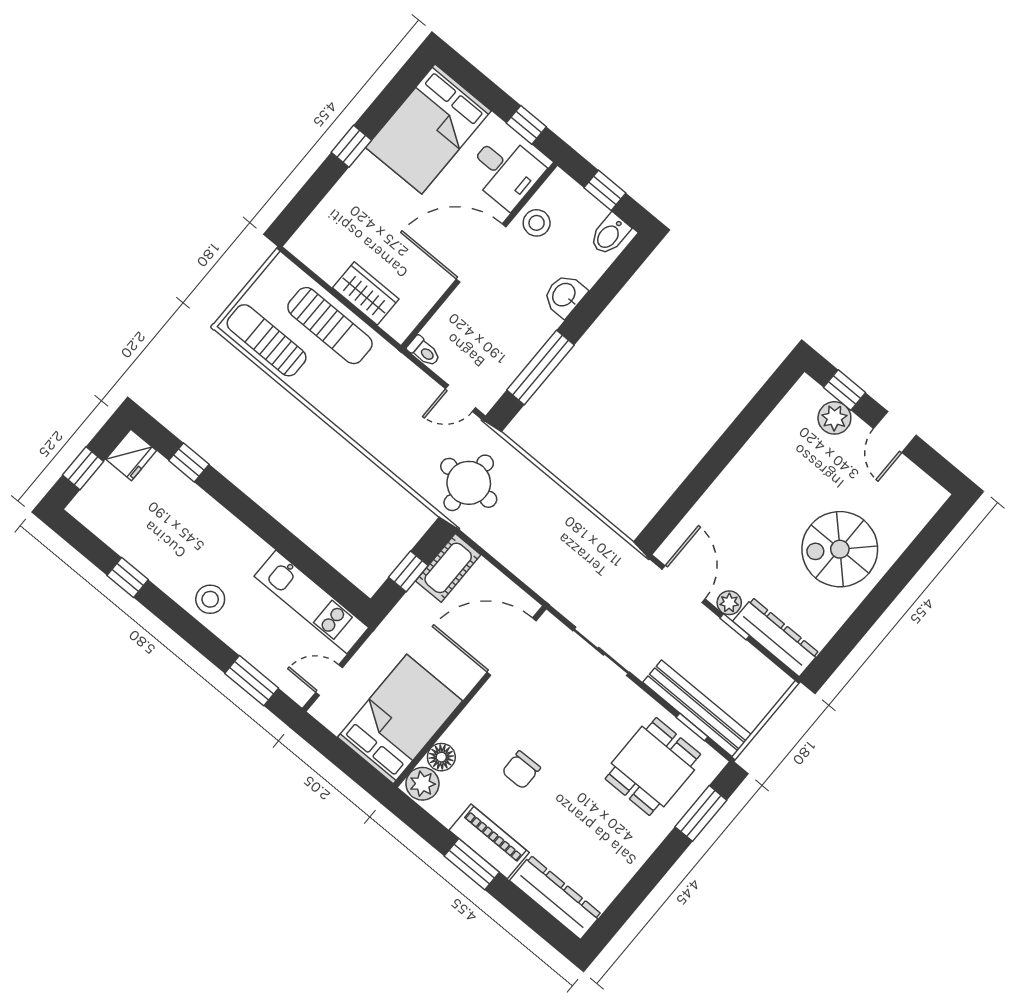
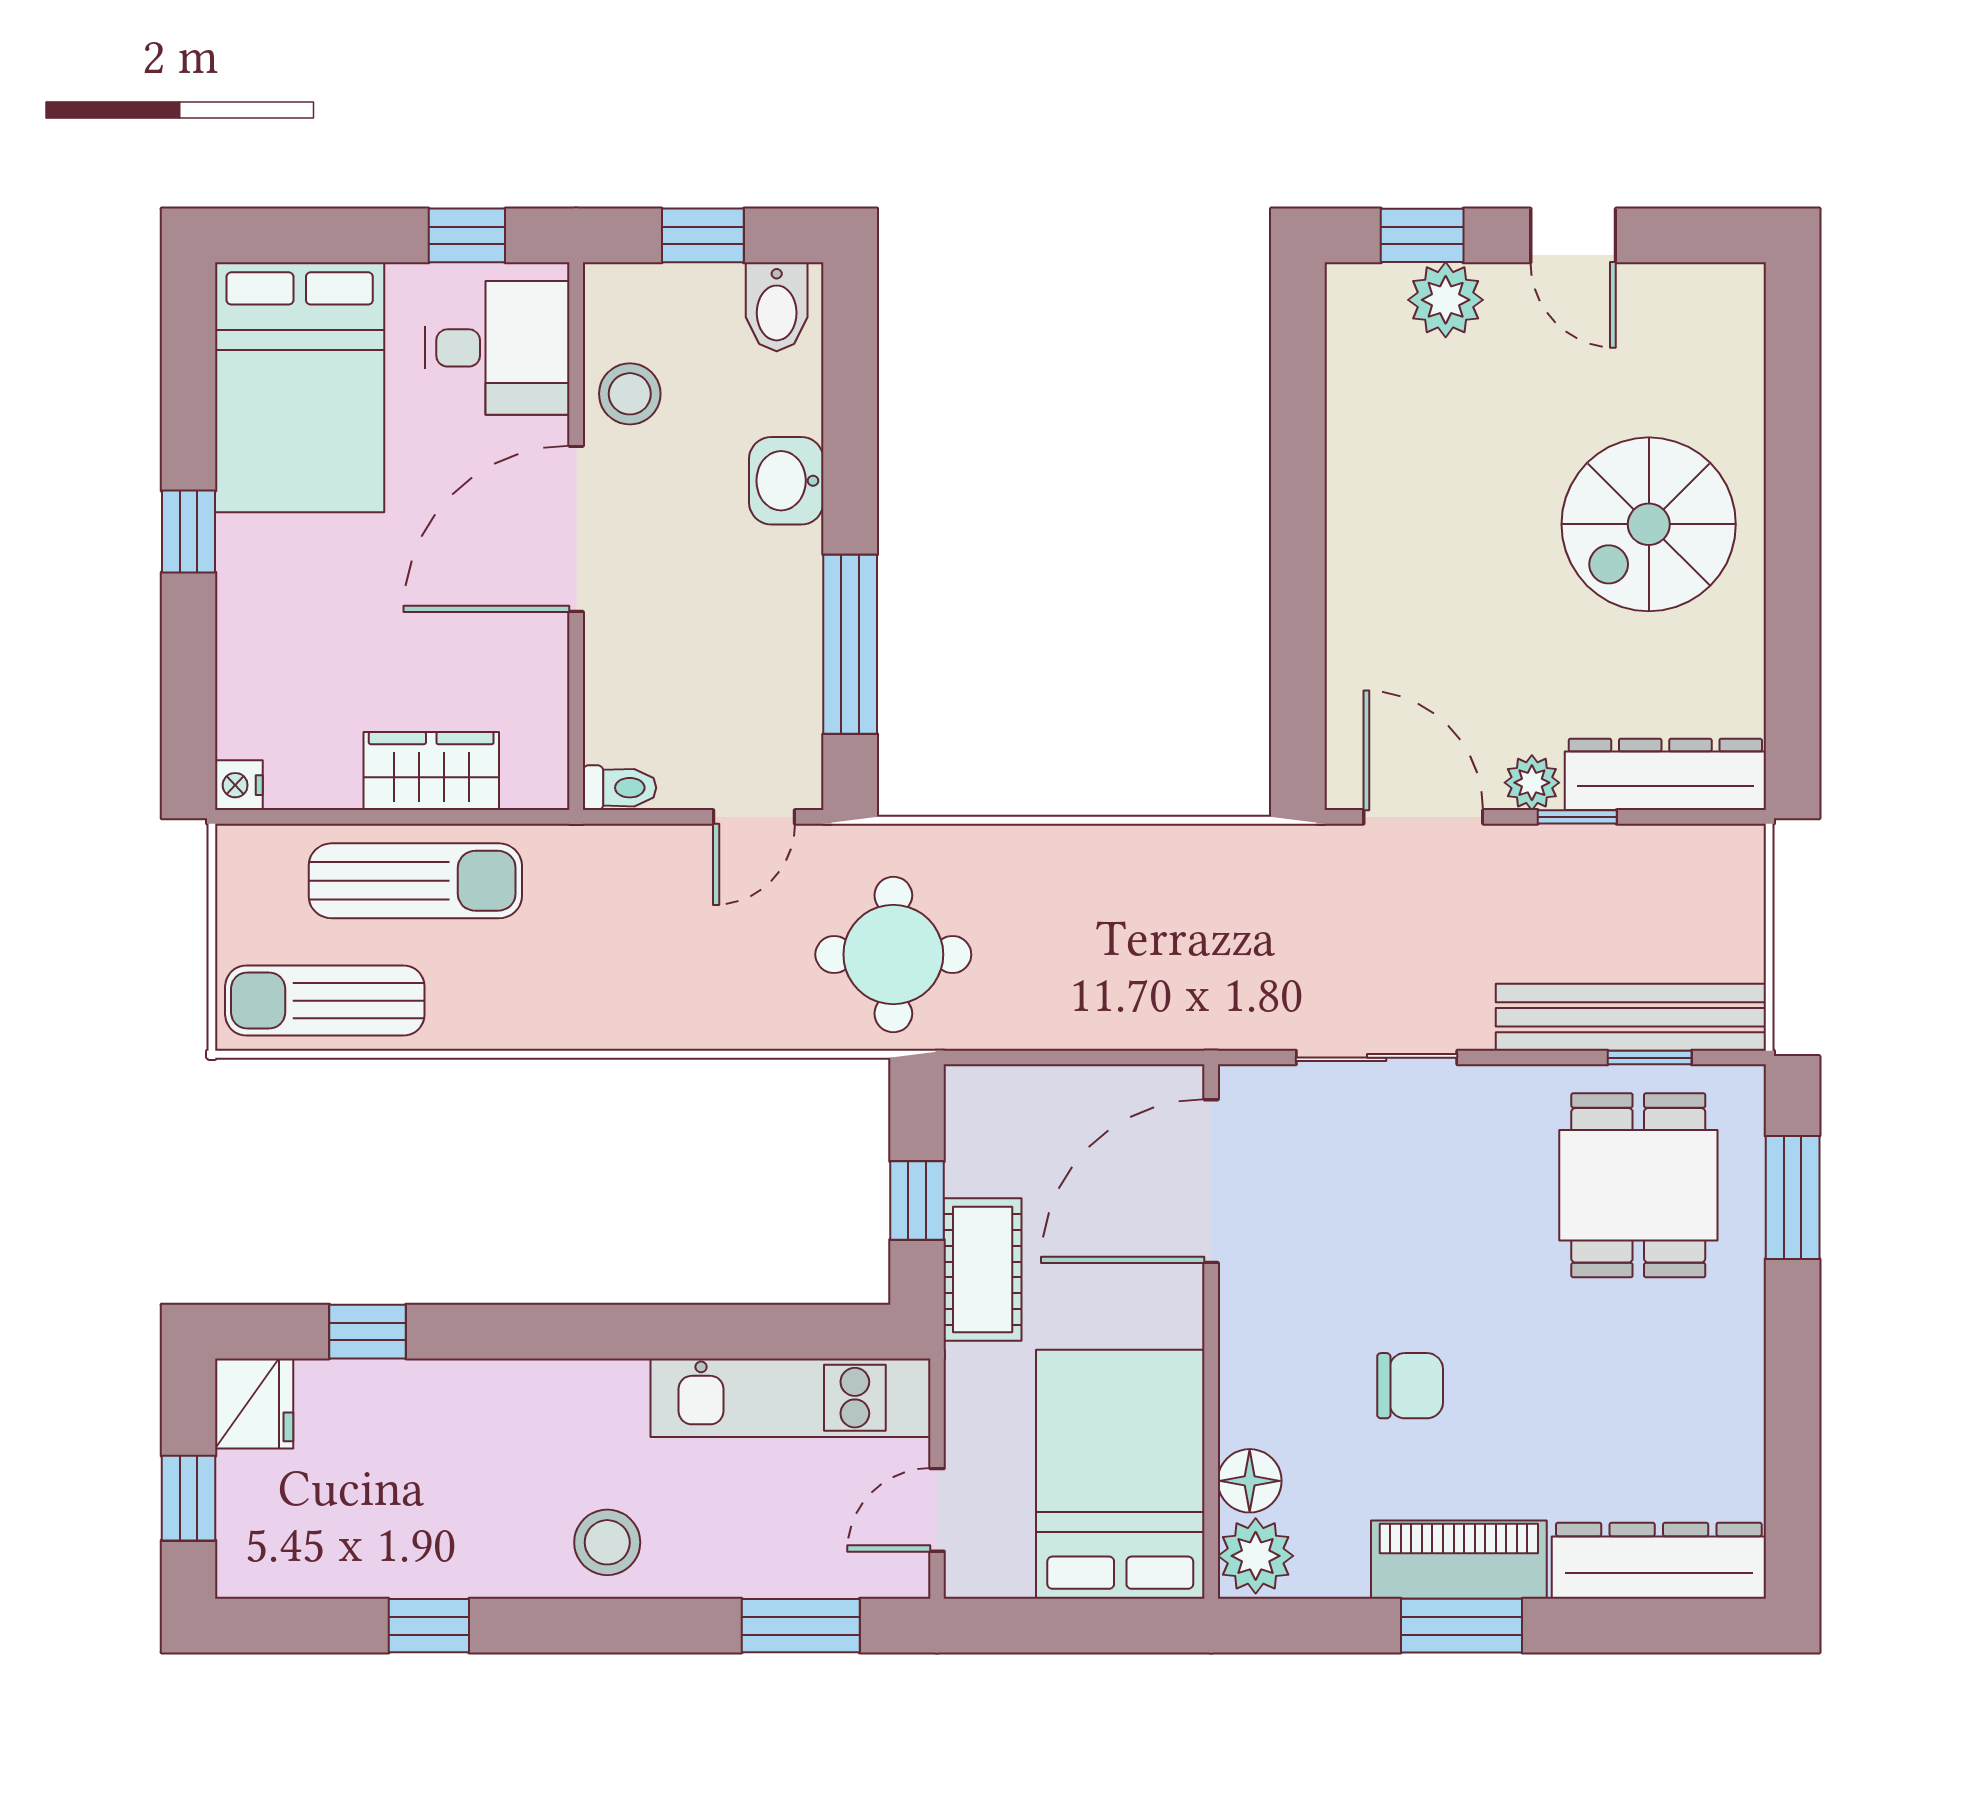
nightstand: (298, 245) -> (239, 785), added
cot: (448, 568) -> (983, 1270), moved
chair: (521, 770) -> (1410, 1386), turned -89

